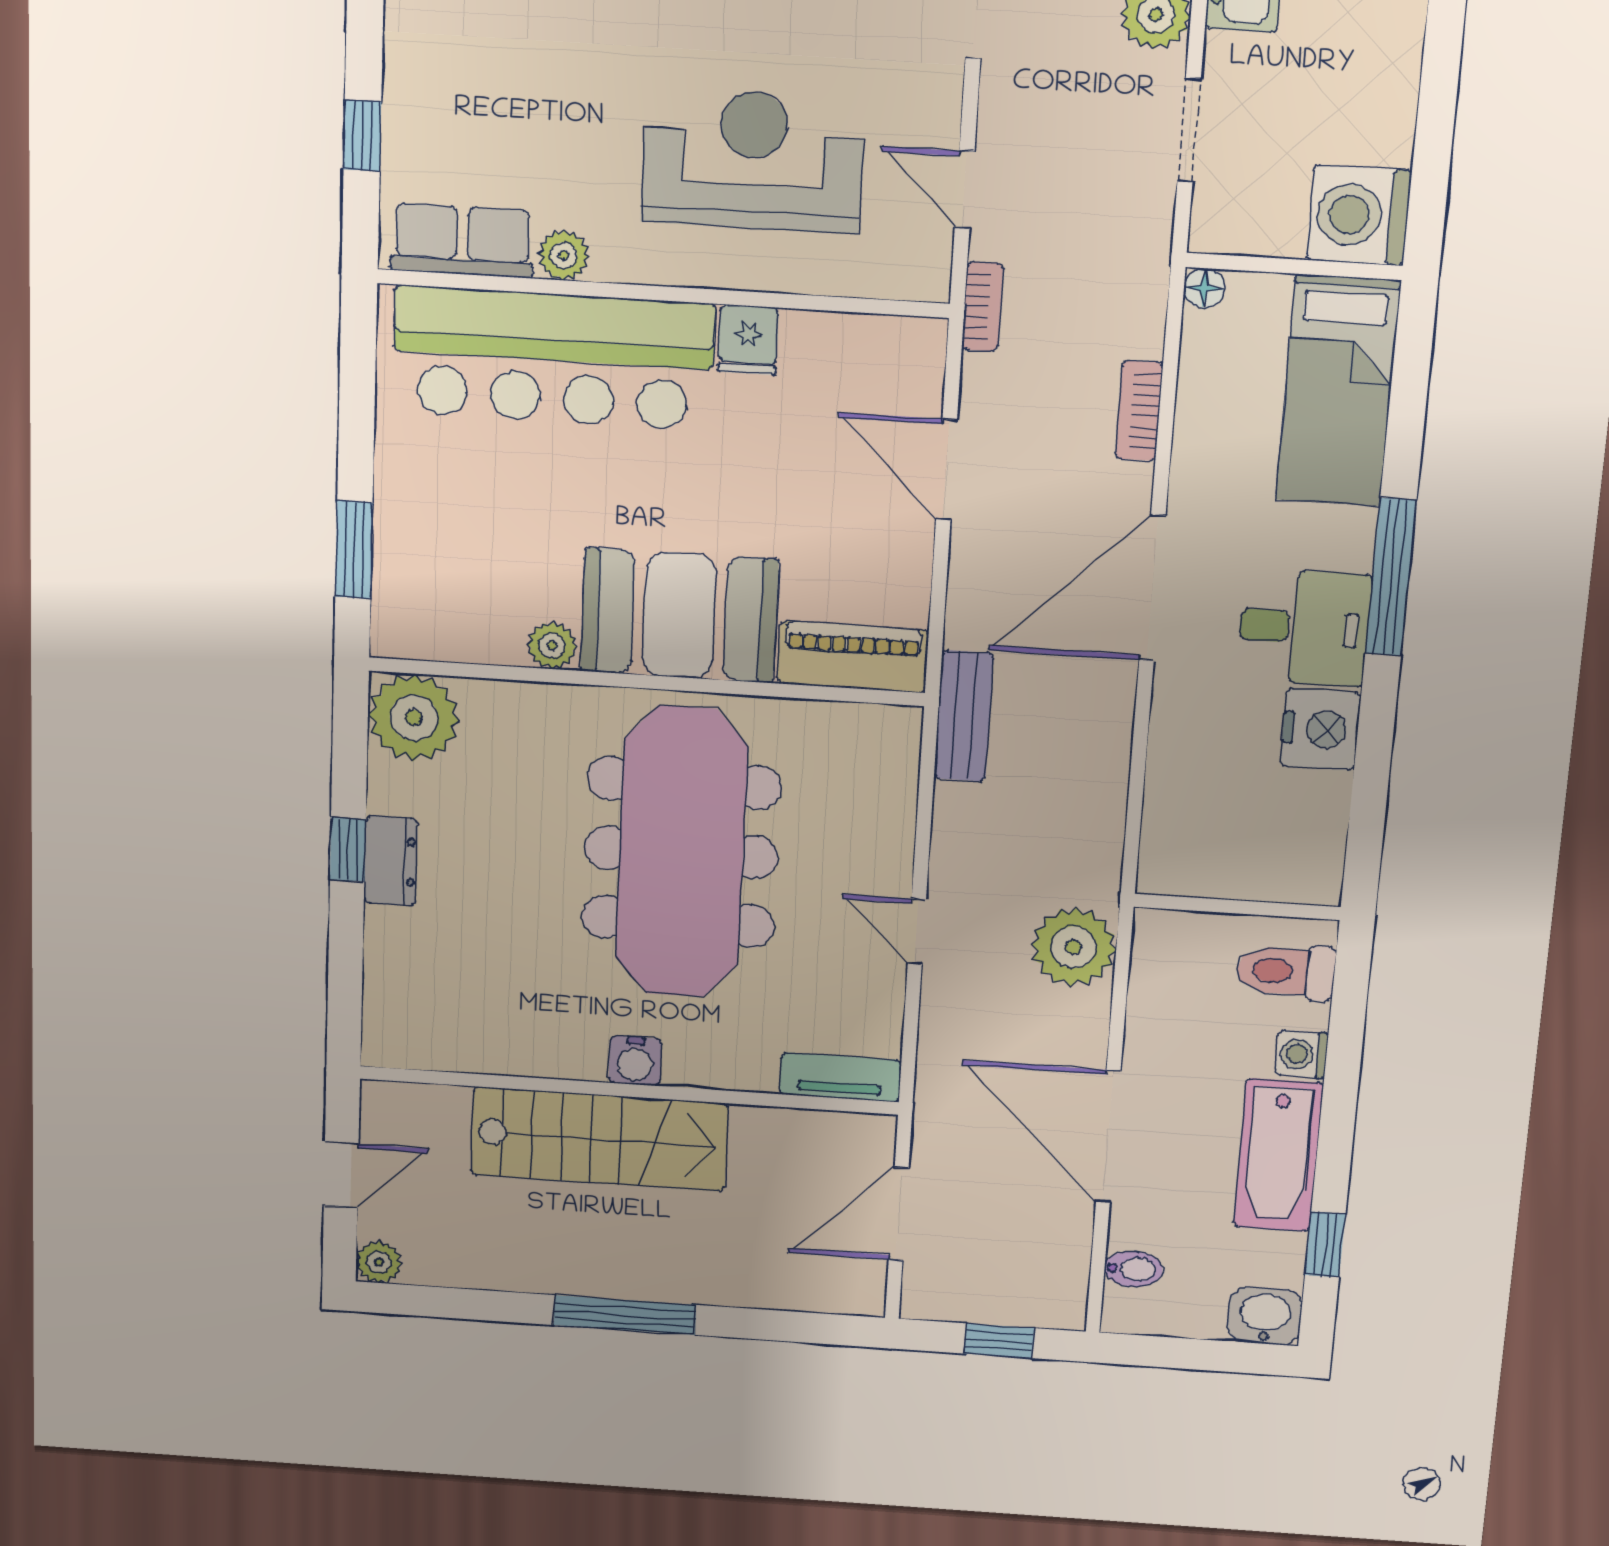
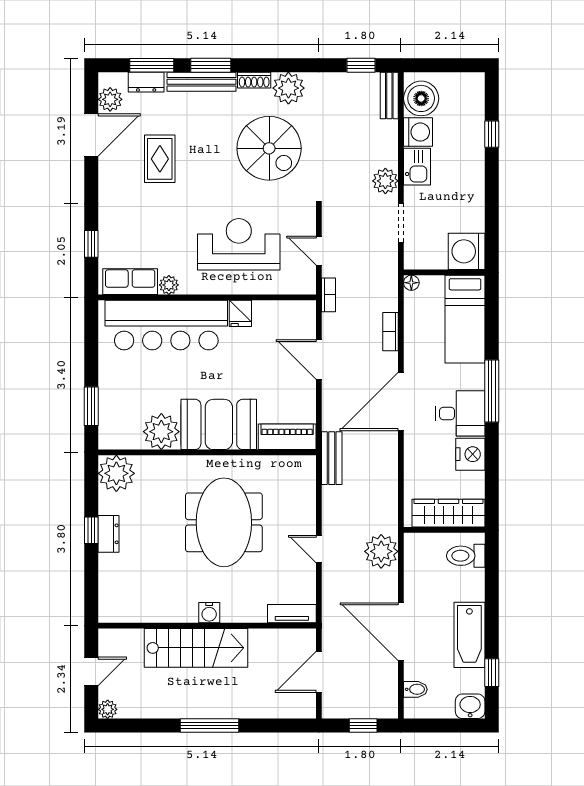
plant: (552, 645) -> (161, 432), width x1.87, depth x1.87
meeting table: (681, 853) -> (224, 522), width x0.73
wardrobe: (1251, 868) -> (448, 513), added
washing machine: (1302, 1054) -> (475, 591), removed

